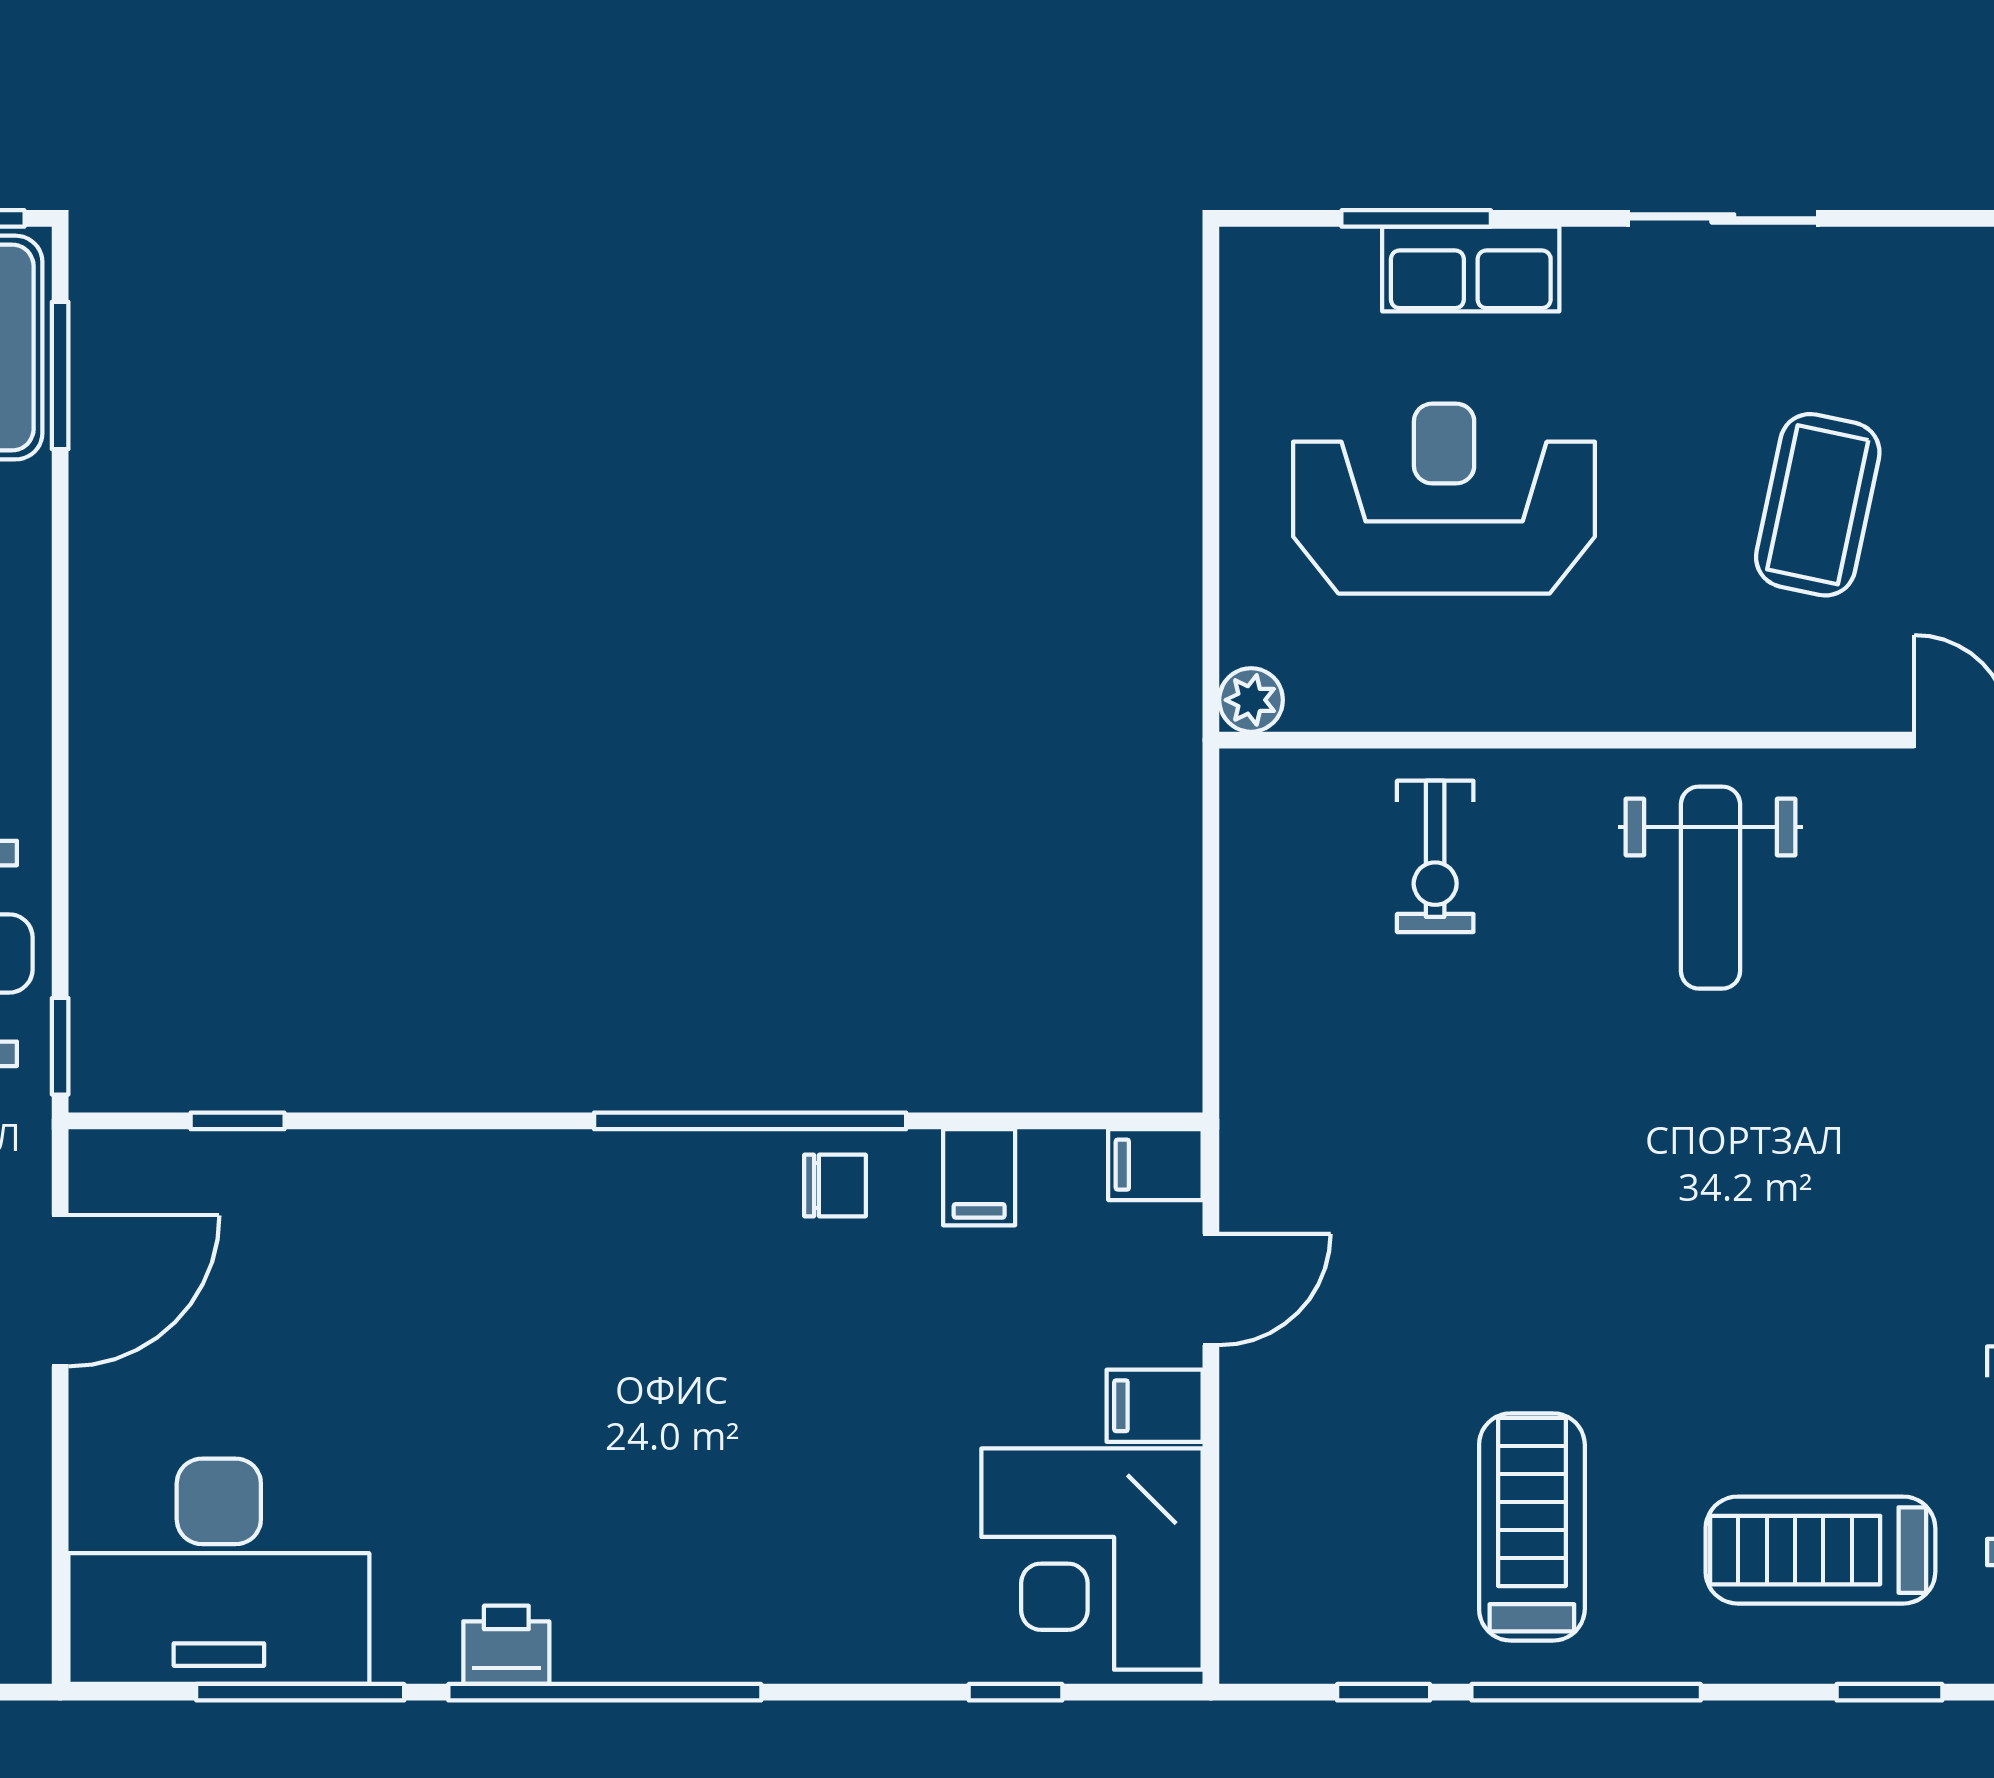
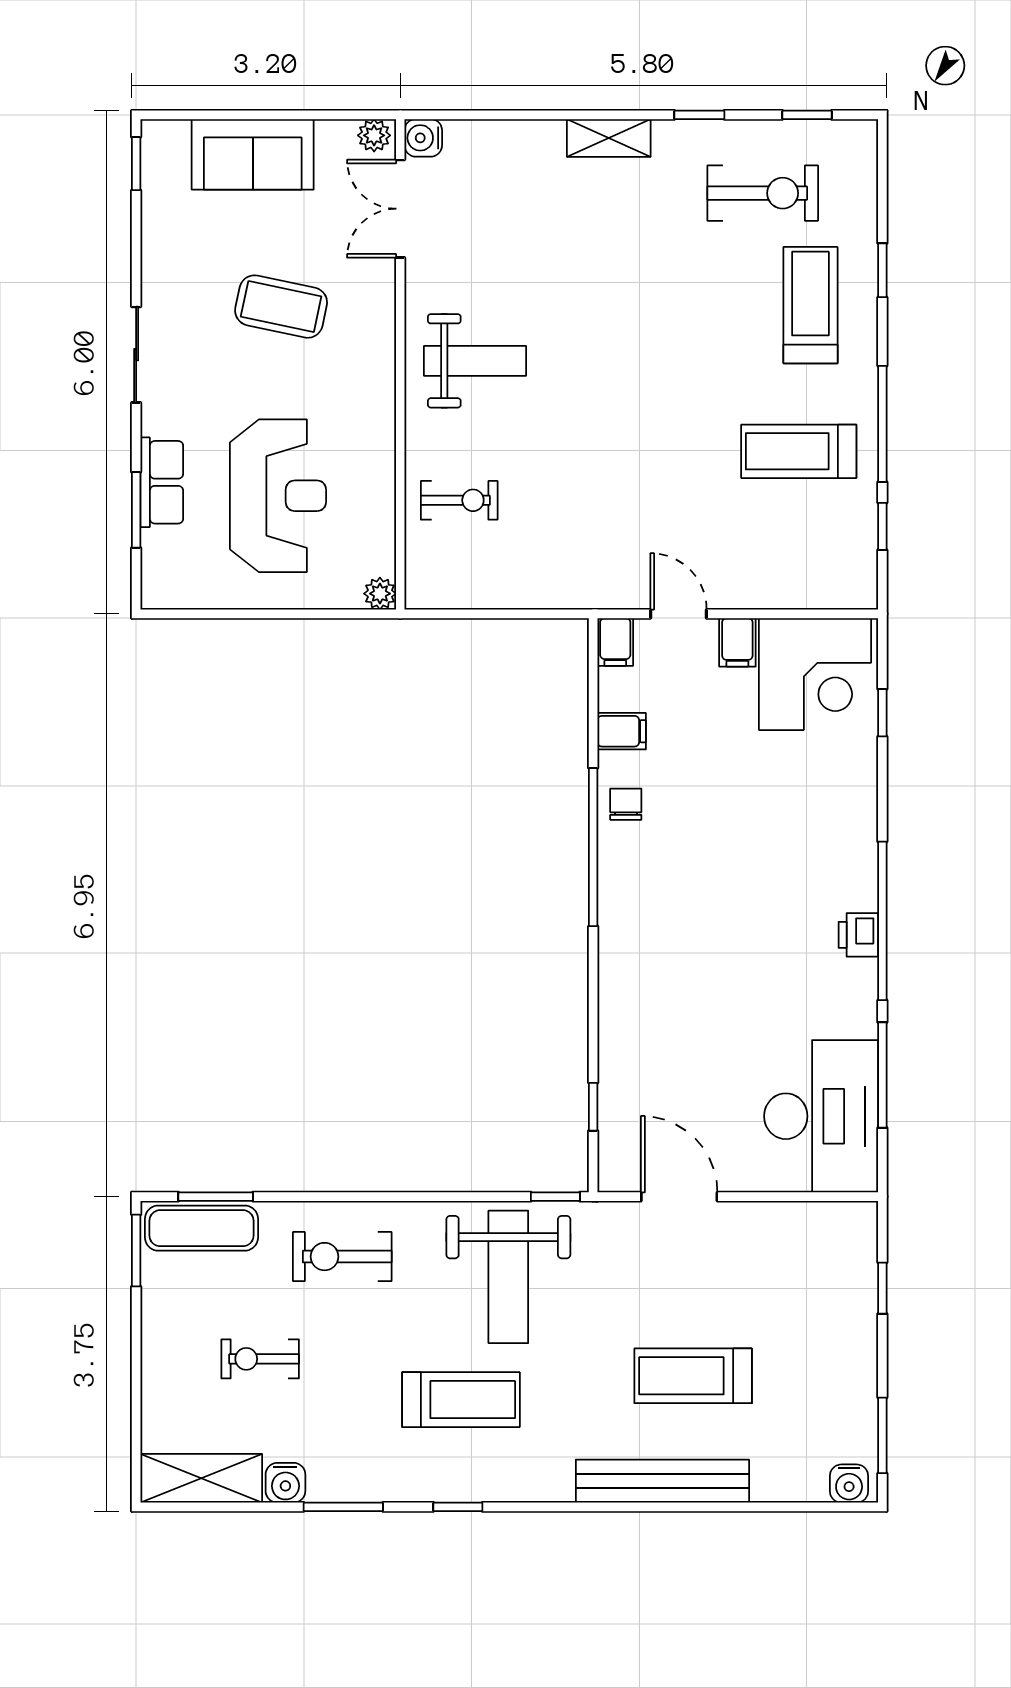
reception desk: (1444, 499) -> (278, 496), turned 180
treadmill: (1820, 1550) -> (810, 305), turned 180
printer: (506, 1645) -> (858, 935), moved

